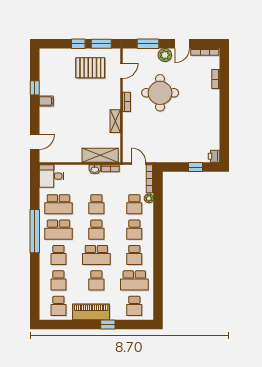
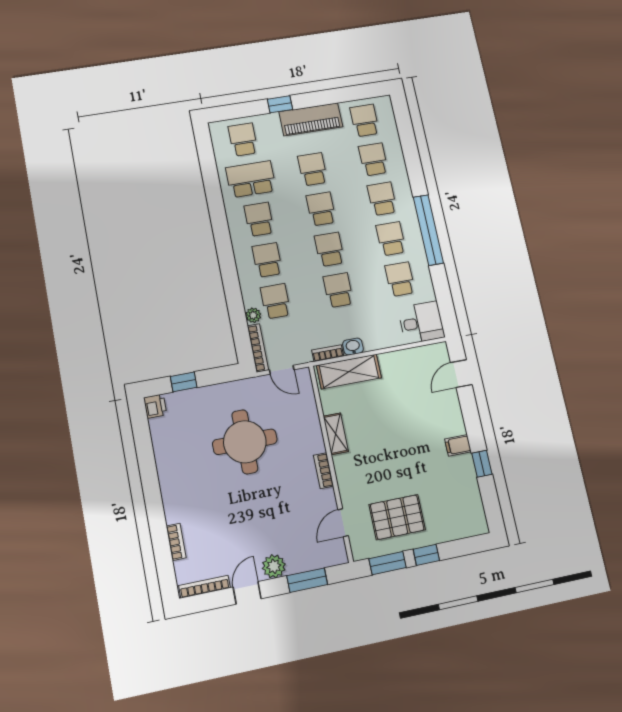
round table: (160, 93) -> (245, 442), moved
school desk: (58, 204) -> (400, 279), width x0.54
school desk: (58, 230) -> (391, 239), width x0.54
school desk: (96, 255) -> (321, 209), width x0.54

